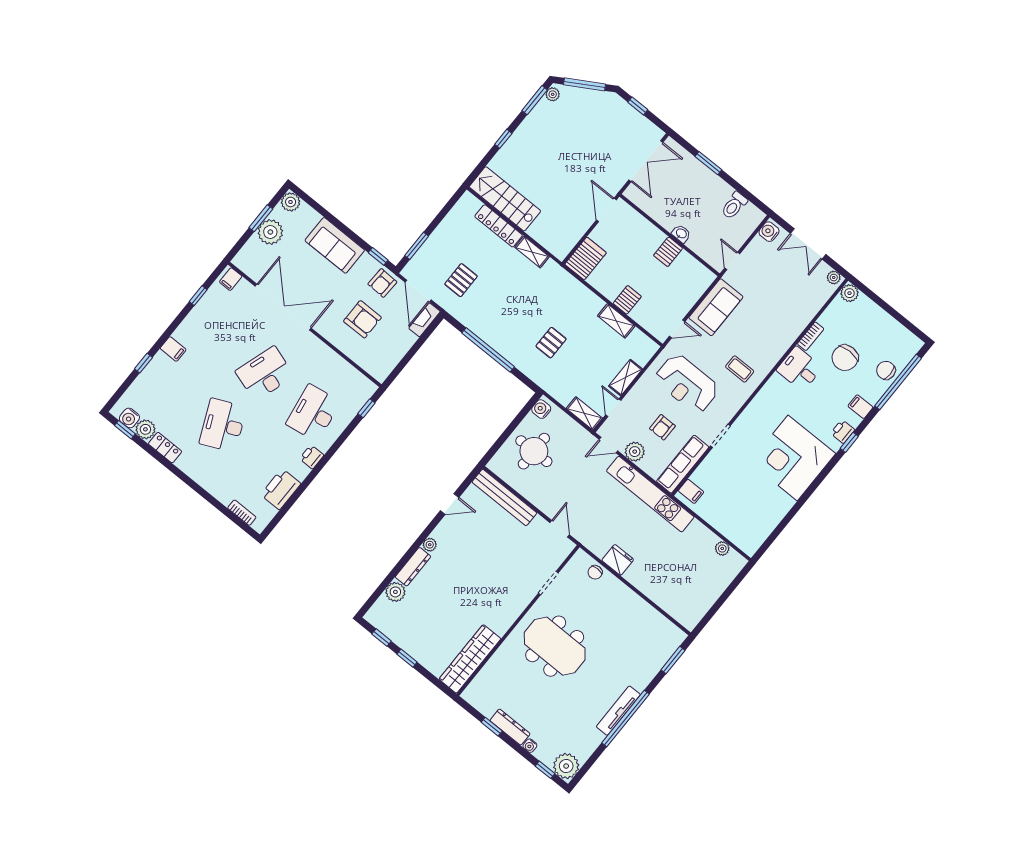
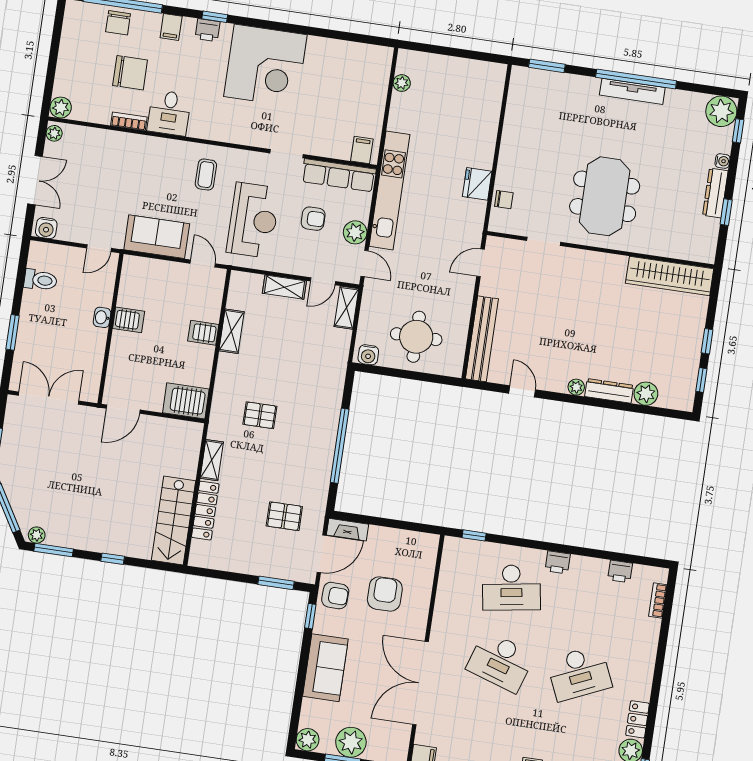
pallet: (551, 343) -> (260, 415), moved
printer: (281, 489) -> (620, 571), width x0.53, depth x0.68

